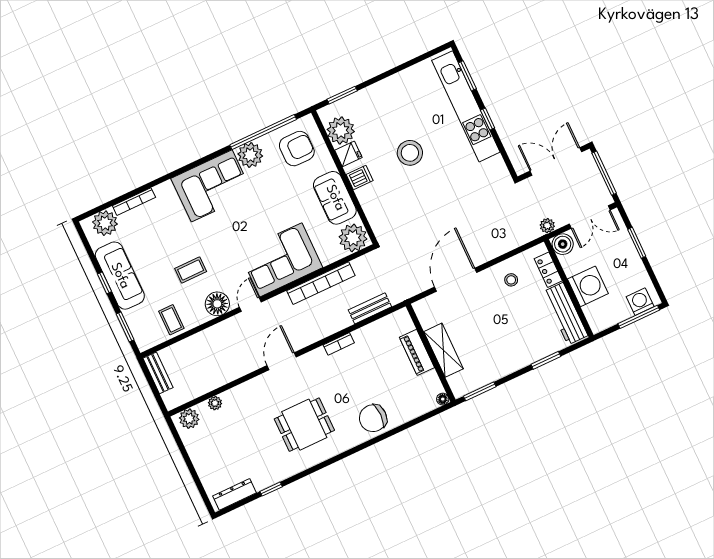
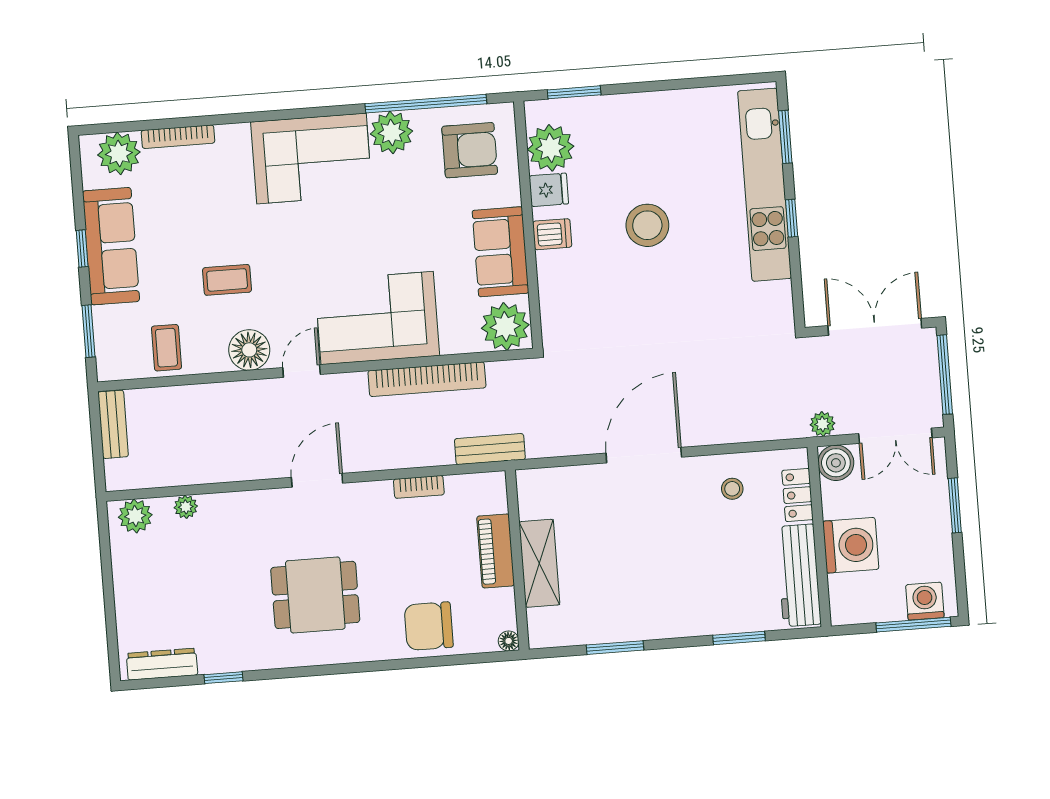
shelving: (444, 350) -> (539, 563), moved
piano: (417, 352) -> (496, 551), moved
wall: (431, 353) -> (517, 560), moved
floor lamp: (443, 399) -> (509, 641), moved

